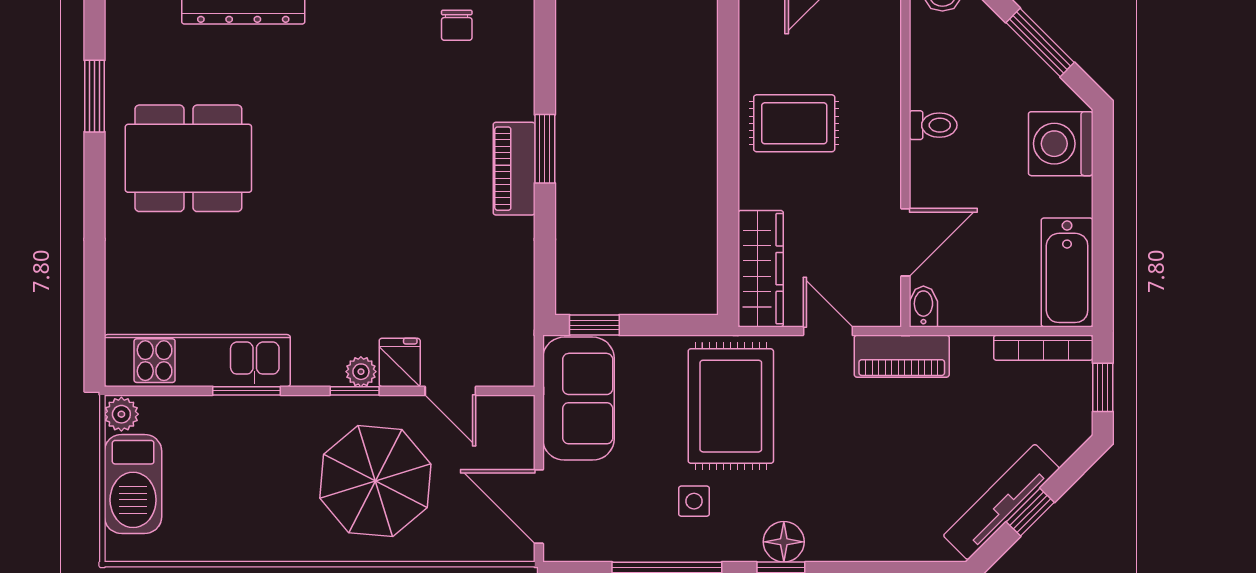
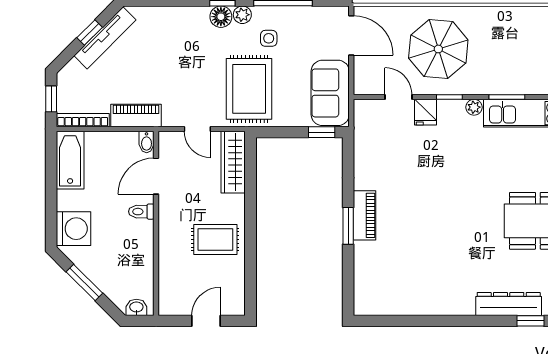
chair: (457, 25) -> (395, 292), removed
toilet: (933, 125) -> (141, 212), moved
piano: (902, 356) -> (136, 116), moved
plant: (361, 372) -> (474, 107), moved
plant: (744, 545) -> (242, 15), added

